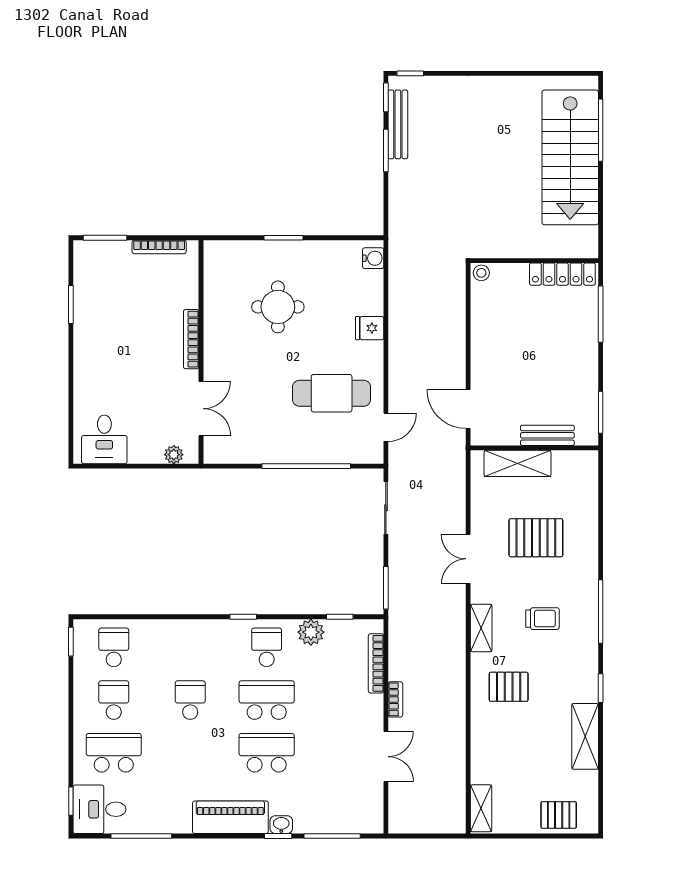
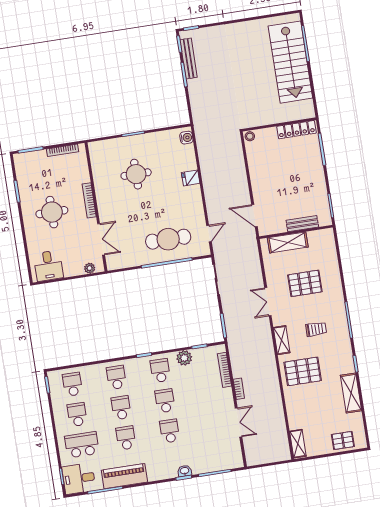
round table: (125, 349) -> (52, 212), added
cafe table: (332, 393) -> (168, 239), moved
school desk: (190, 647) -> (116, 377), added
pallet: (509, 687) -> (303, 371), width x1.50, depth x1.42
school desk: (267, 700) -> (165, 401), width x0.54
school desk: (190, 753) -> (126, 438), added
school desk: (267, 753) -> (170, 431), width x0.54
piano: (230, 817) -> (124, 476), moved

